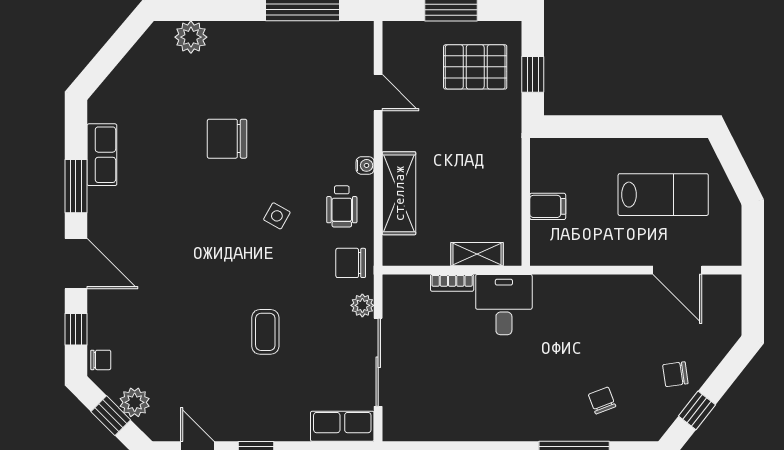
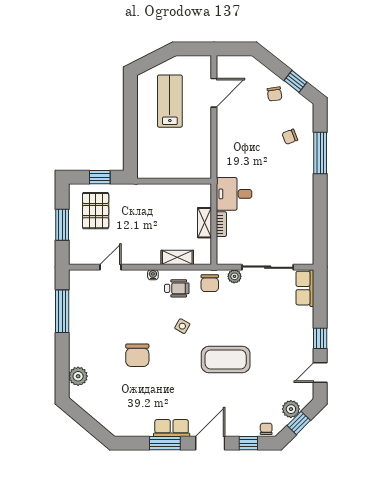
row of seats: (102, 155) -> (172, 428), moved
shelving: (399, 193) -> (177, 257), width x0.67, depth x0.75
filing cabinet: (548, 206) -> (177, 168), removed
shelving: (477, 254) -> (205, 223), moved
coffee table: (265, 332) -> (226, 359), moved, width x1.86, depth x1.72

